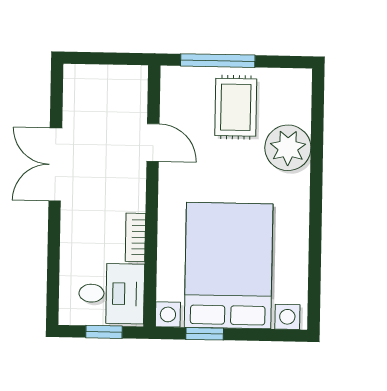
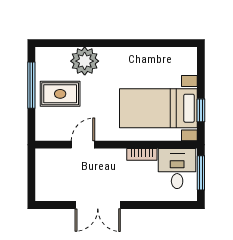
window: (218, 61) -> (31, 85), moved
bed with nightstands: (229, 266) -> (158, 108), width x0.73
window: (104, 332) -> (201, 173), width x1.50

